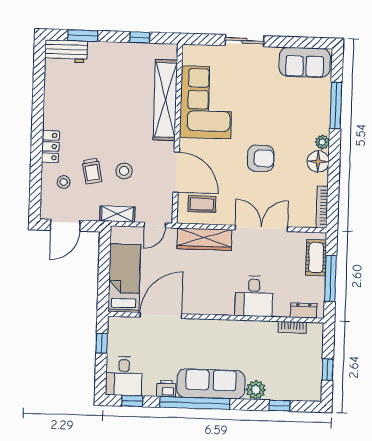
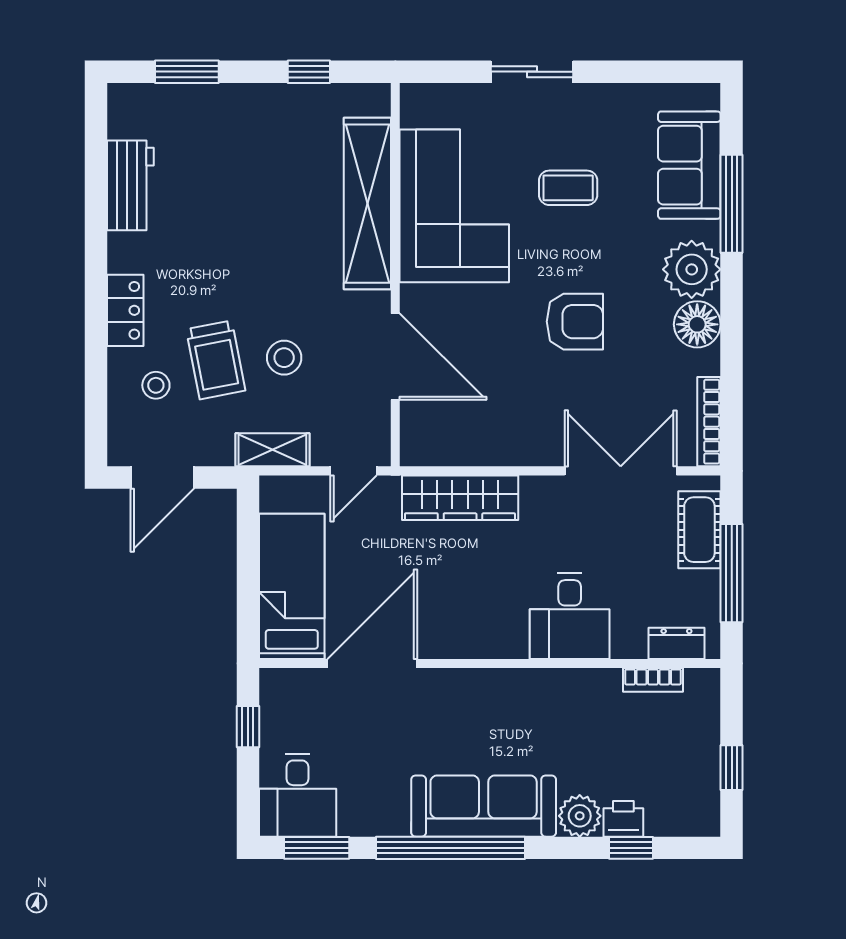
workbench: (66, 51) -> (130, 185), moved, turned -90
sofa: (305, 62) -> (689, 165), moved, turned 90
plant: (322, 142) -> (692, 269), width x1.88, depth x1.88
trolley: (92, 171) -> (216, 360), width x1.36, depth x1.39
coffee table: (202, 204) -> (568, 188), moved
double door: (261, 228) -> (621, 471), moved
printer: (166, 388) -> (623, 819), moved
window: (132, 401) -> (317, 848), width x1.50

